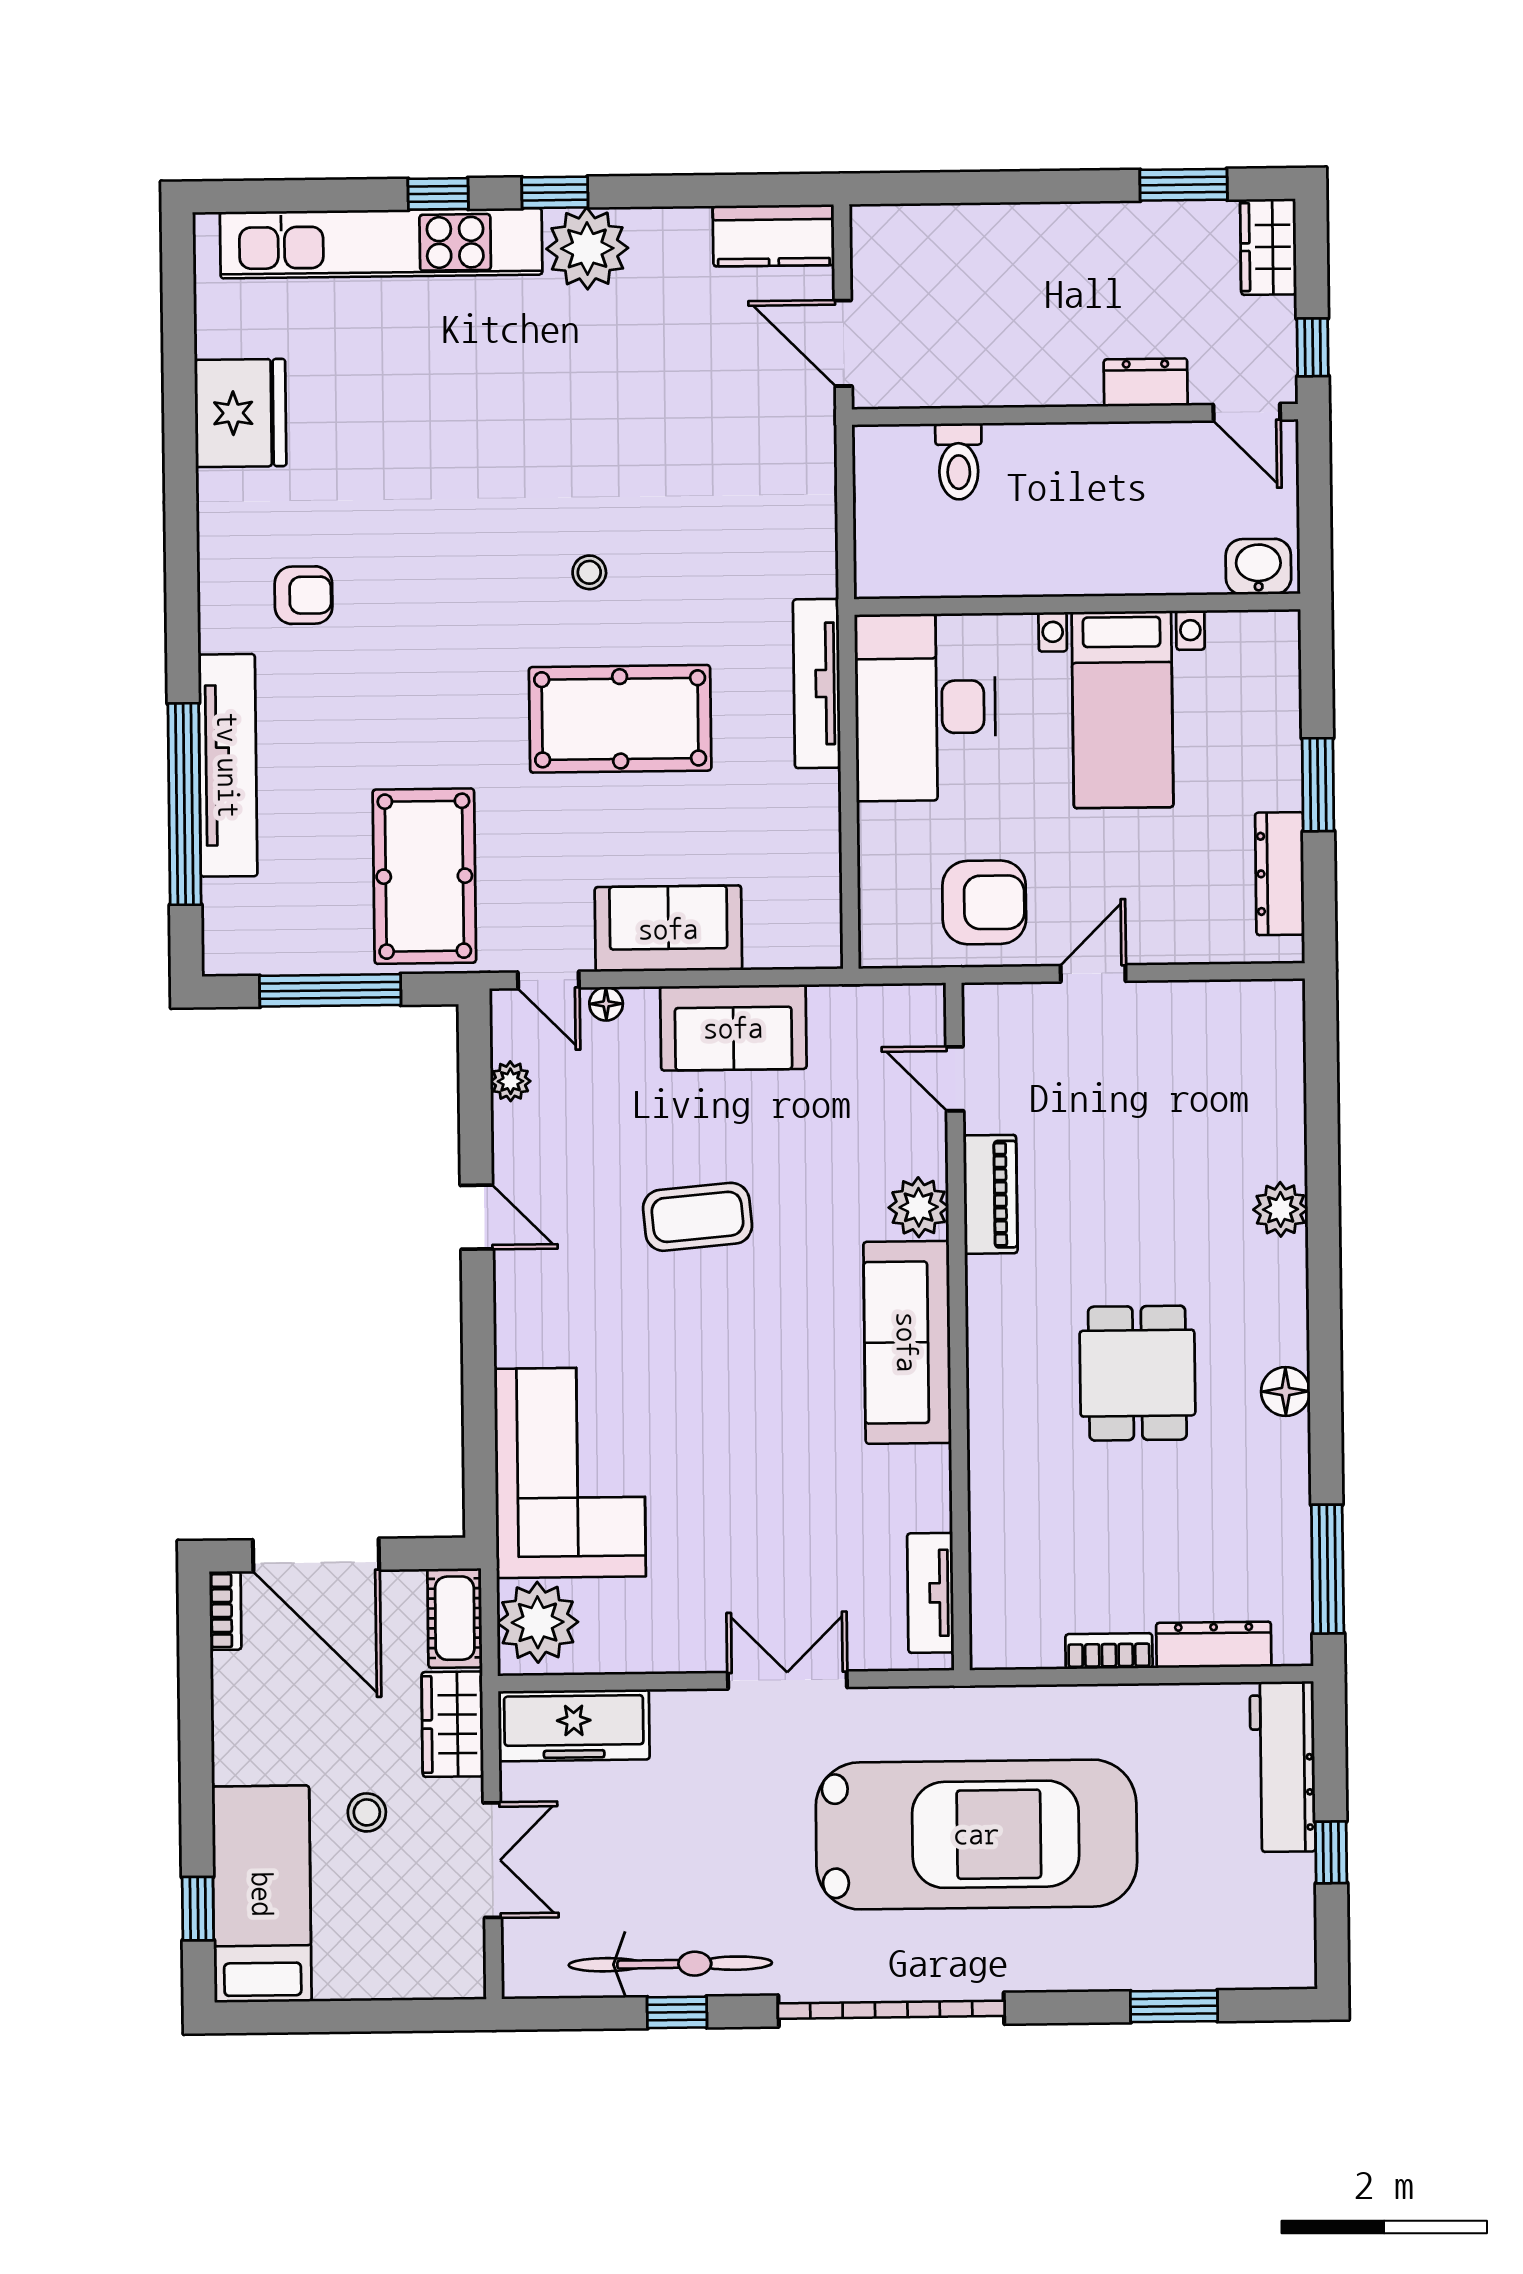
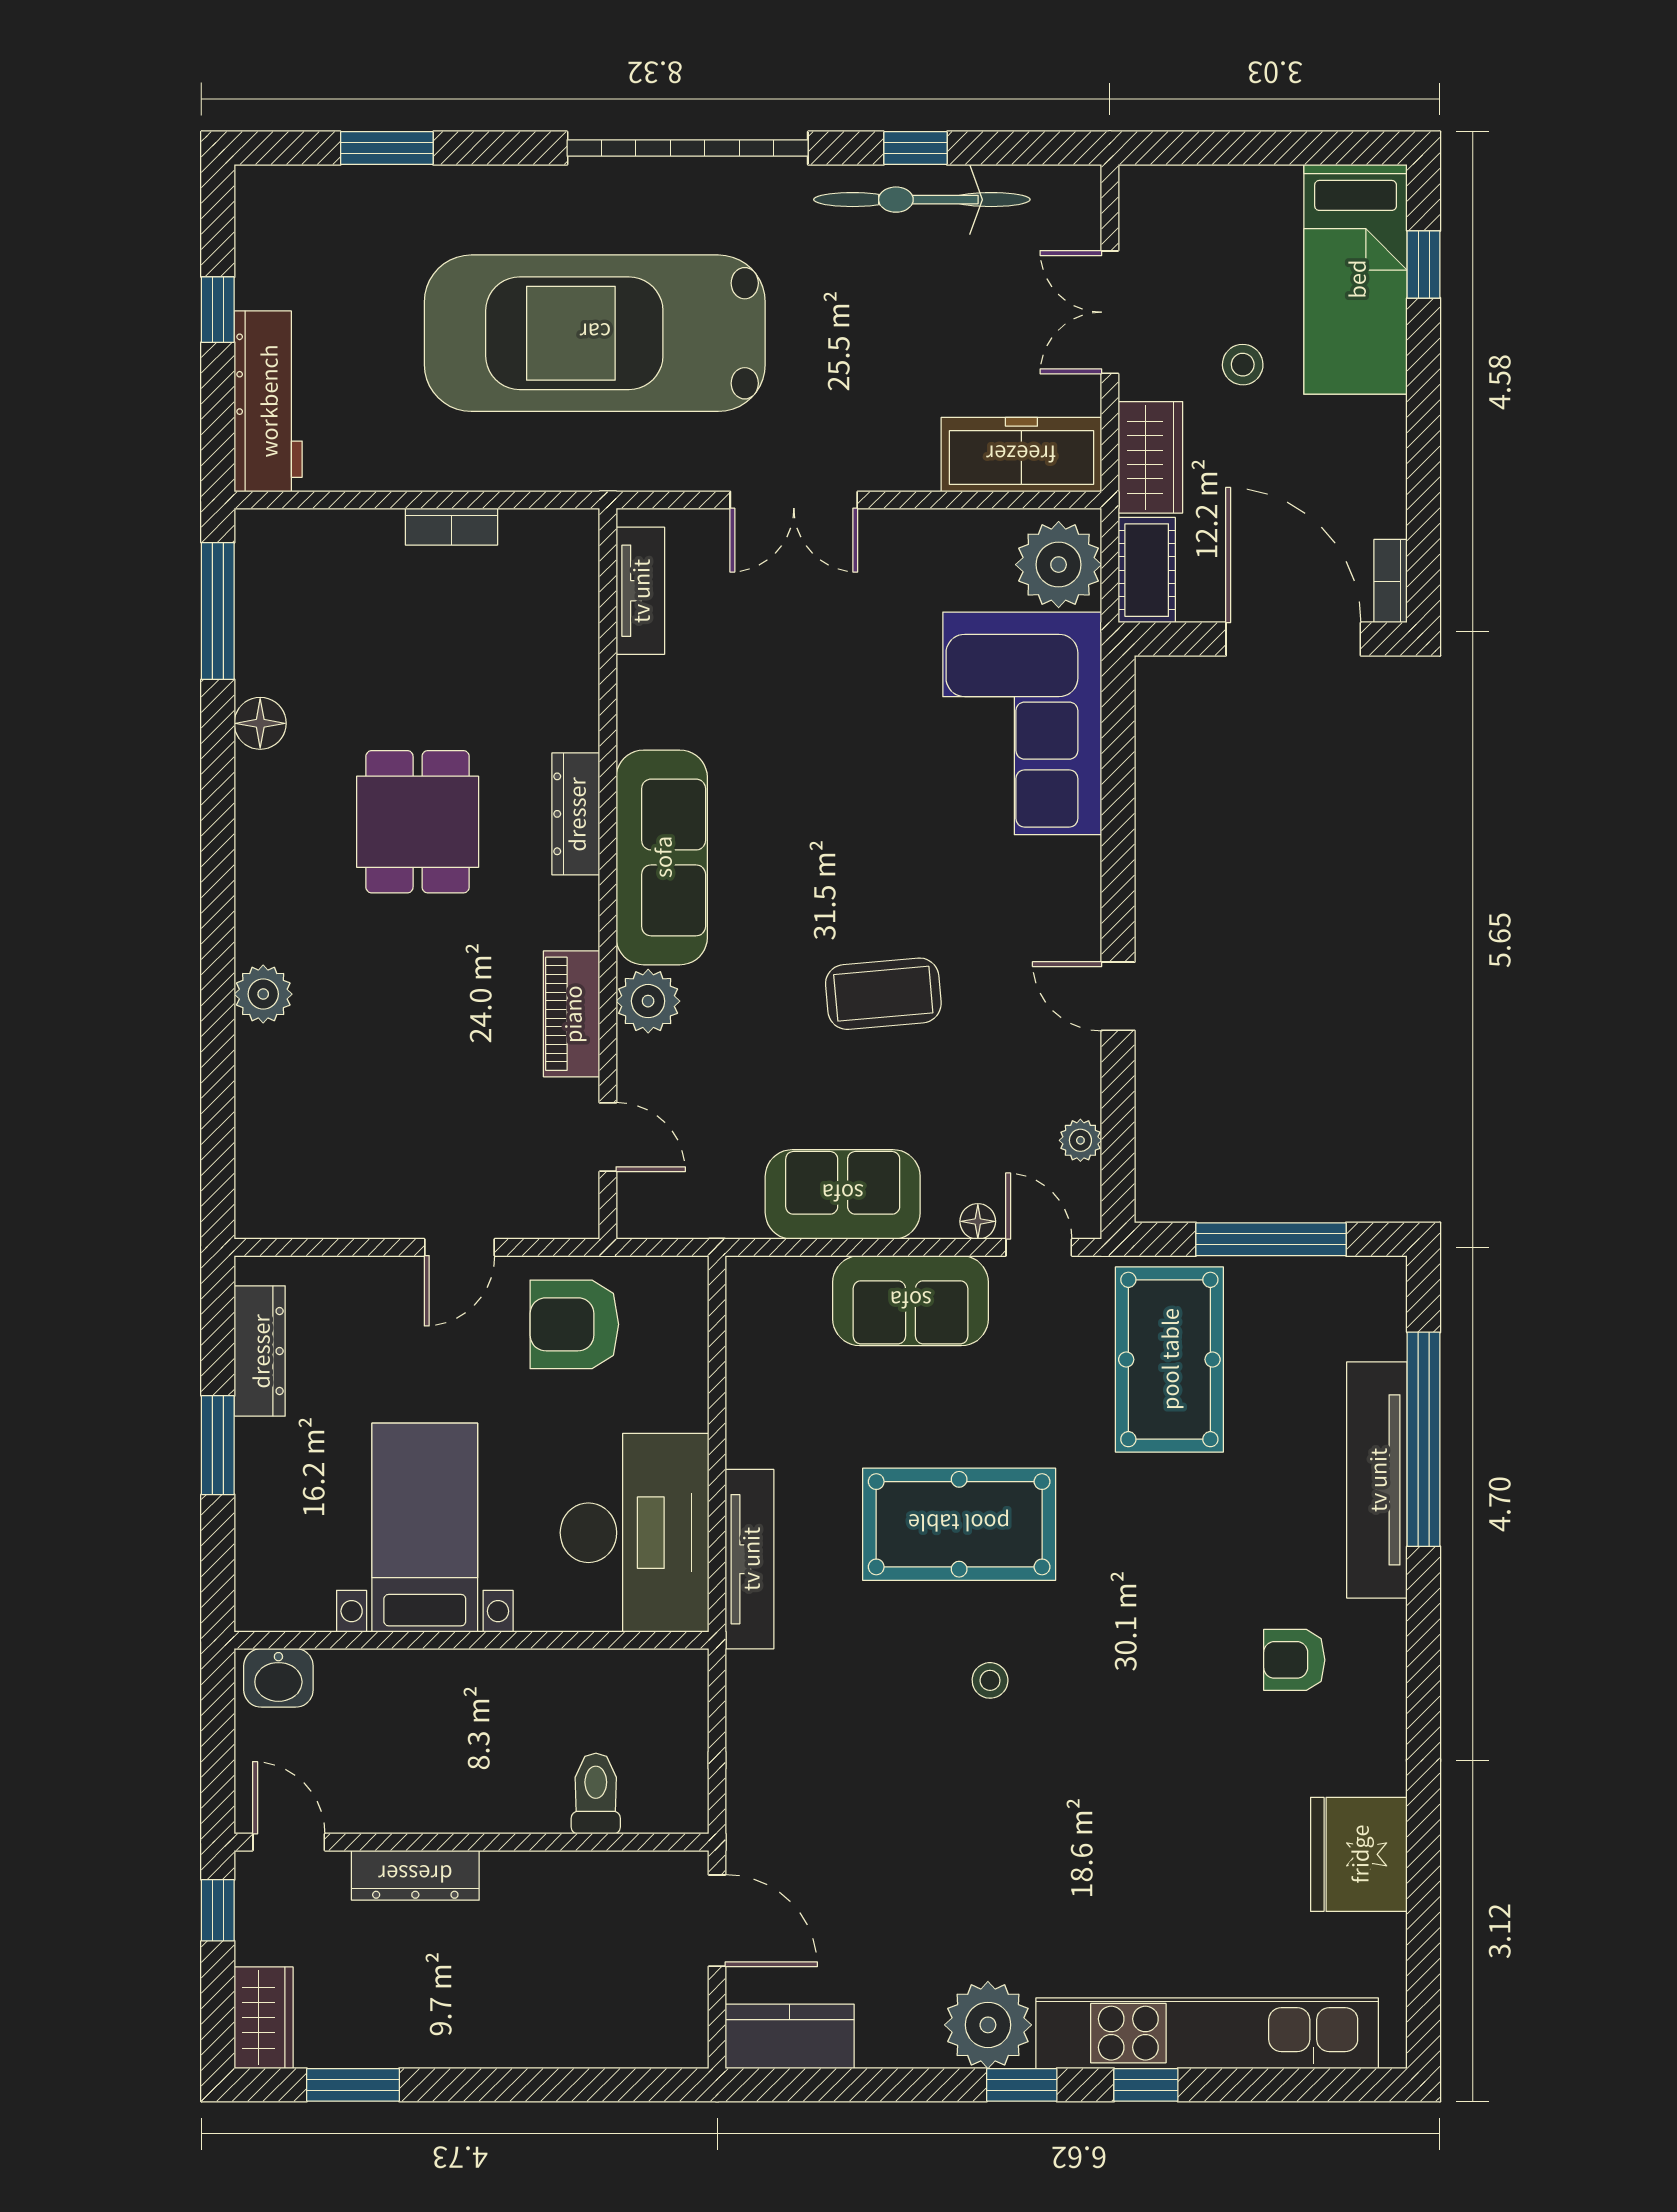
dresser: (1146, 382) -> (415, 1875), width x1.44
floor lamp: (1286, 1391) -> (260, 723), moved
dresser: (1214, 1645) -> (576, 814), moved, turned 90

